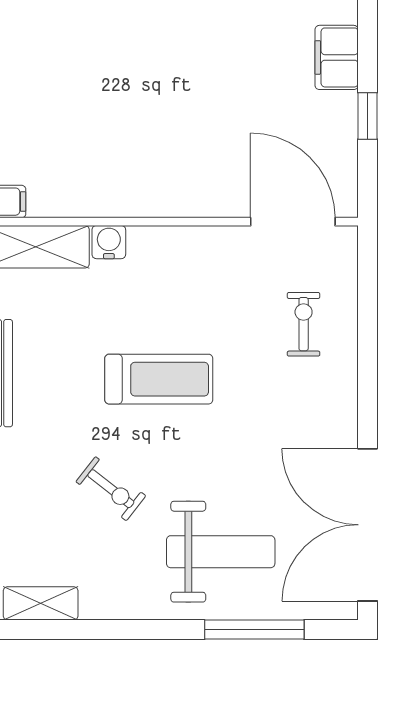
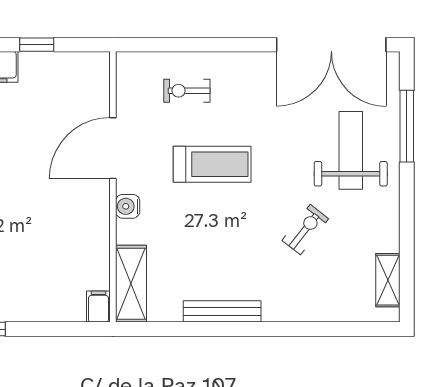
door: (293, 222) -> (113, 148), moved
water cooler: (109, 242) -> (128, 206), moved
treadmill: (159, 379) -> (212, 164), moved, turned 90

